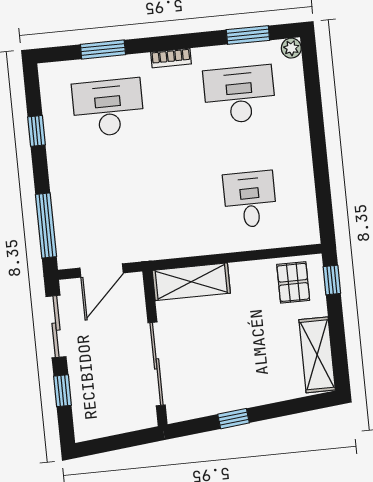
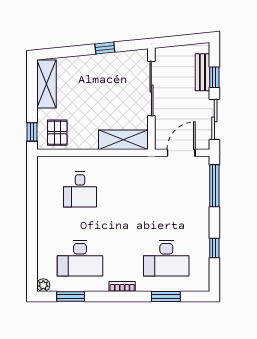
bench: (81, 397) -> (202, 72), added

